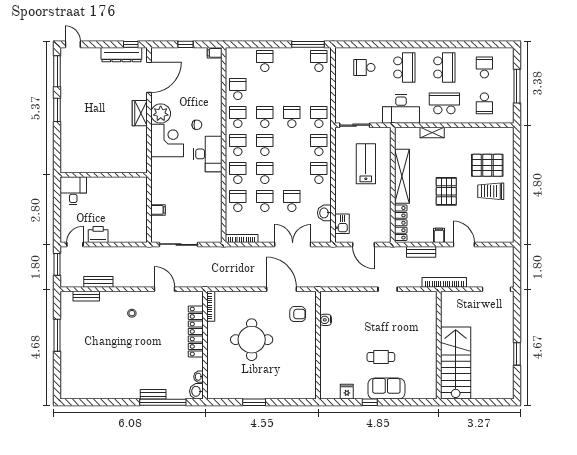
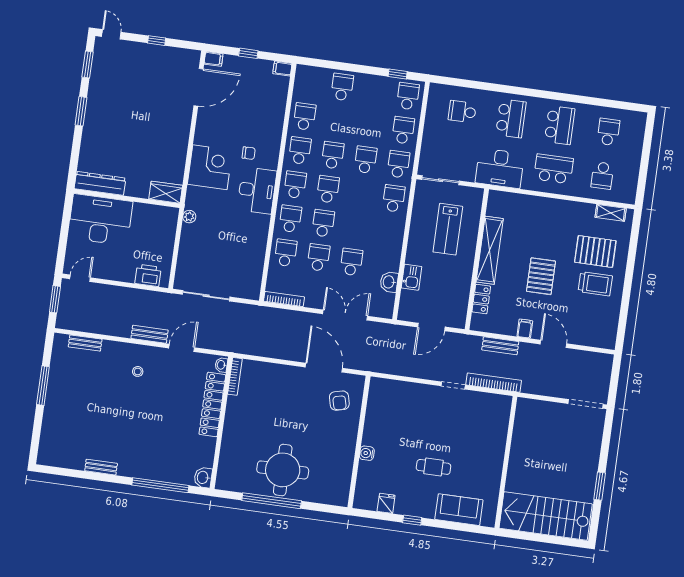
window: (131, 44) -> (157, 41), moved
window: (308, 44) -> (398, 74), width x0.46
dresser: (121, 55) -> (100, 183), moved, turned 180
window: (57, 71) -> (88, 64), width x0.69
window: (517, 86) -> (645, 160), removed
wardrobe: (140, 113) -> (166, 192), moved, turned 90
plant: (161, 113) -> (189, 217), moved, width x0.53, depth x0.53
shelving: (432, 132) -> (611, 213), moved
lab bench: (366, 164) -> (448, 229), turned 180
school desk: (319, 173) -> (403, 130), moved
desk: (73, 191) -> (100, 220), width x1.87, depth x1.30
trolley: (491, 191) -> (595, 284), turned 180
filing cabinet: (158, 210) -> (214, 59), moved
locker: (401, 223) -> (481, 299), width x0.66
kitchen sink: (342, 224) -> (412, 277), moved
printer: (98, 235) -> (148, 275), moved
door: (364, 244) -> (431, 327), hinge flipped
bench: (98, 282) -> (150, 334), moved
bookcase: (444, 282) -> (494, 383), moved
door: (165, 289) -> (182, 348), hinge flipped
armchair: (298, 314) -> (339, 401), turned 76
water cooler: (326, 320) -> (367, 453), moved
round table: (252, 340) -> (283, 470), moved
stairs: (456, 363) -> (546, 516), moved, turned -90
washbasin: (199, 377) -> (221, 365), moved
sofa: (386, 389) -> (459, 510), moved
bench: (153, 394) -> (101, 467), moved
window: (254, 402) -> (272, 501), width x2.11

